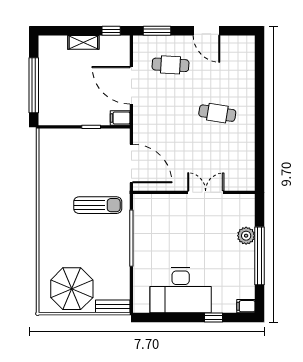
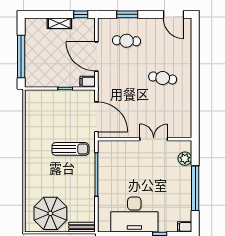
window: (157, 31) -> (127, 14), moved
door: (207, 31) -> (174, 14), moved
plant: (246, 236) -> (185, 159), moved

